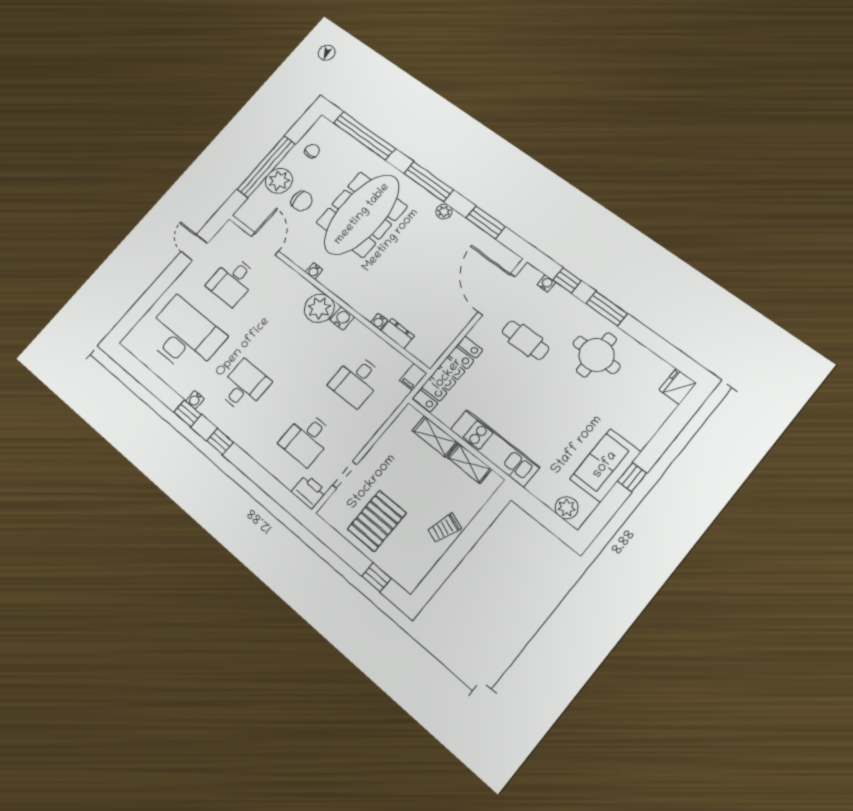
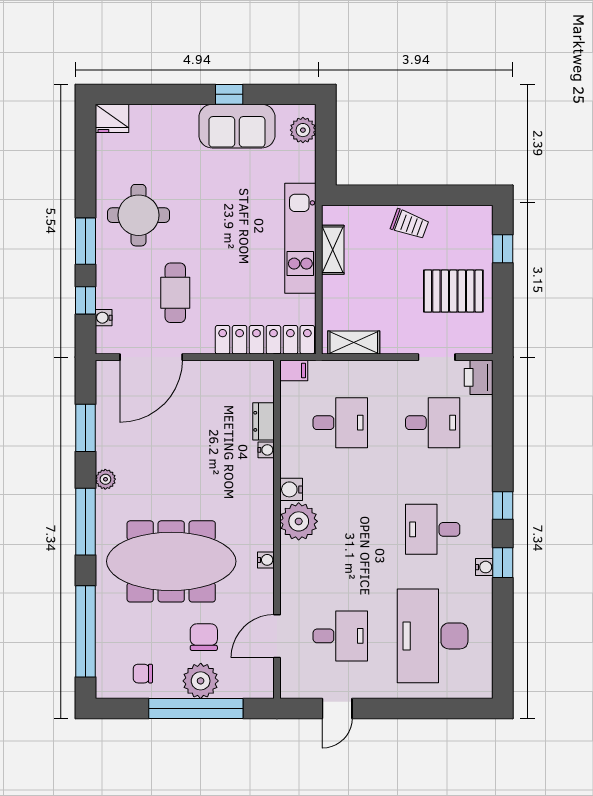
shelving: (435, 436) -> (354, 342), moved, turned 90

